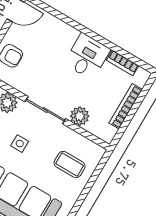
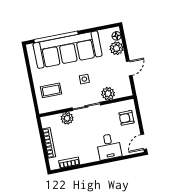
desk: (87, 56) -> (109, 147), moved

